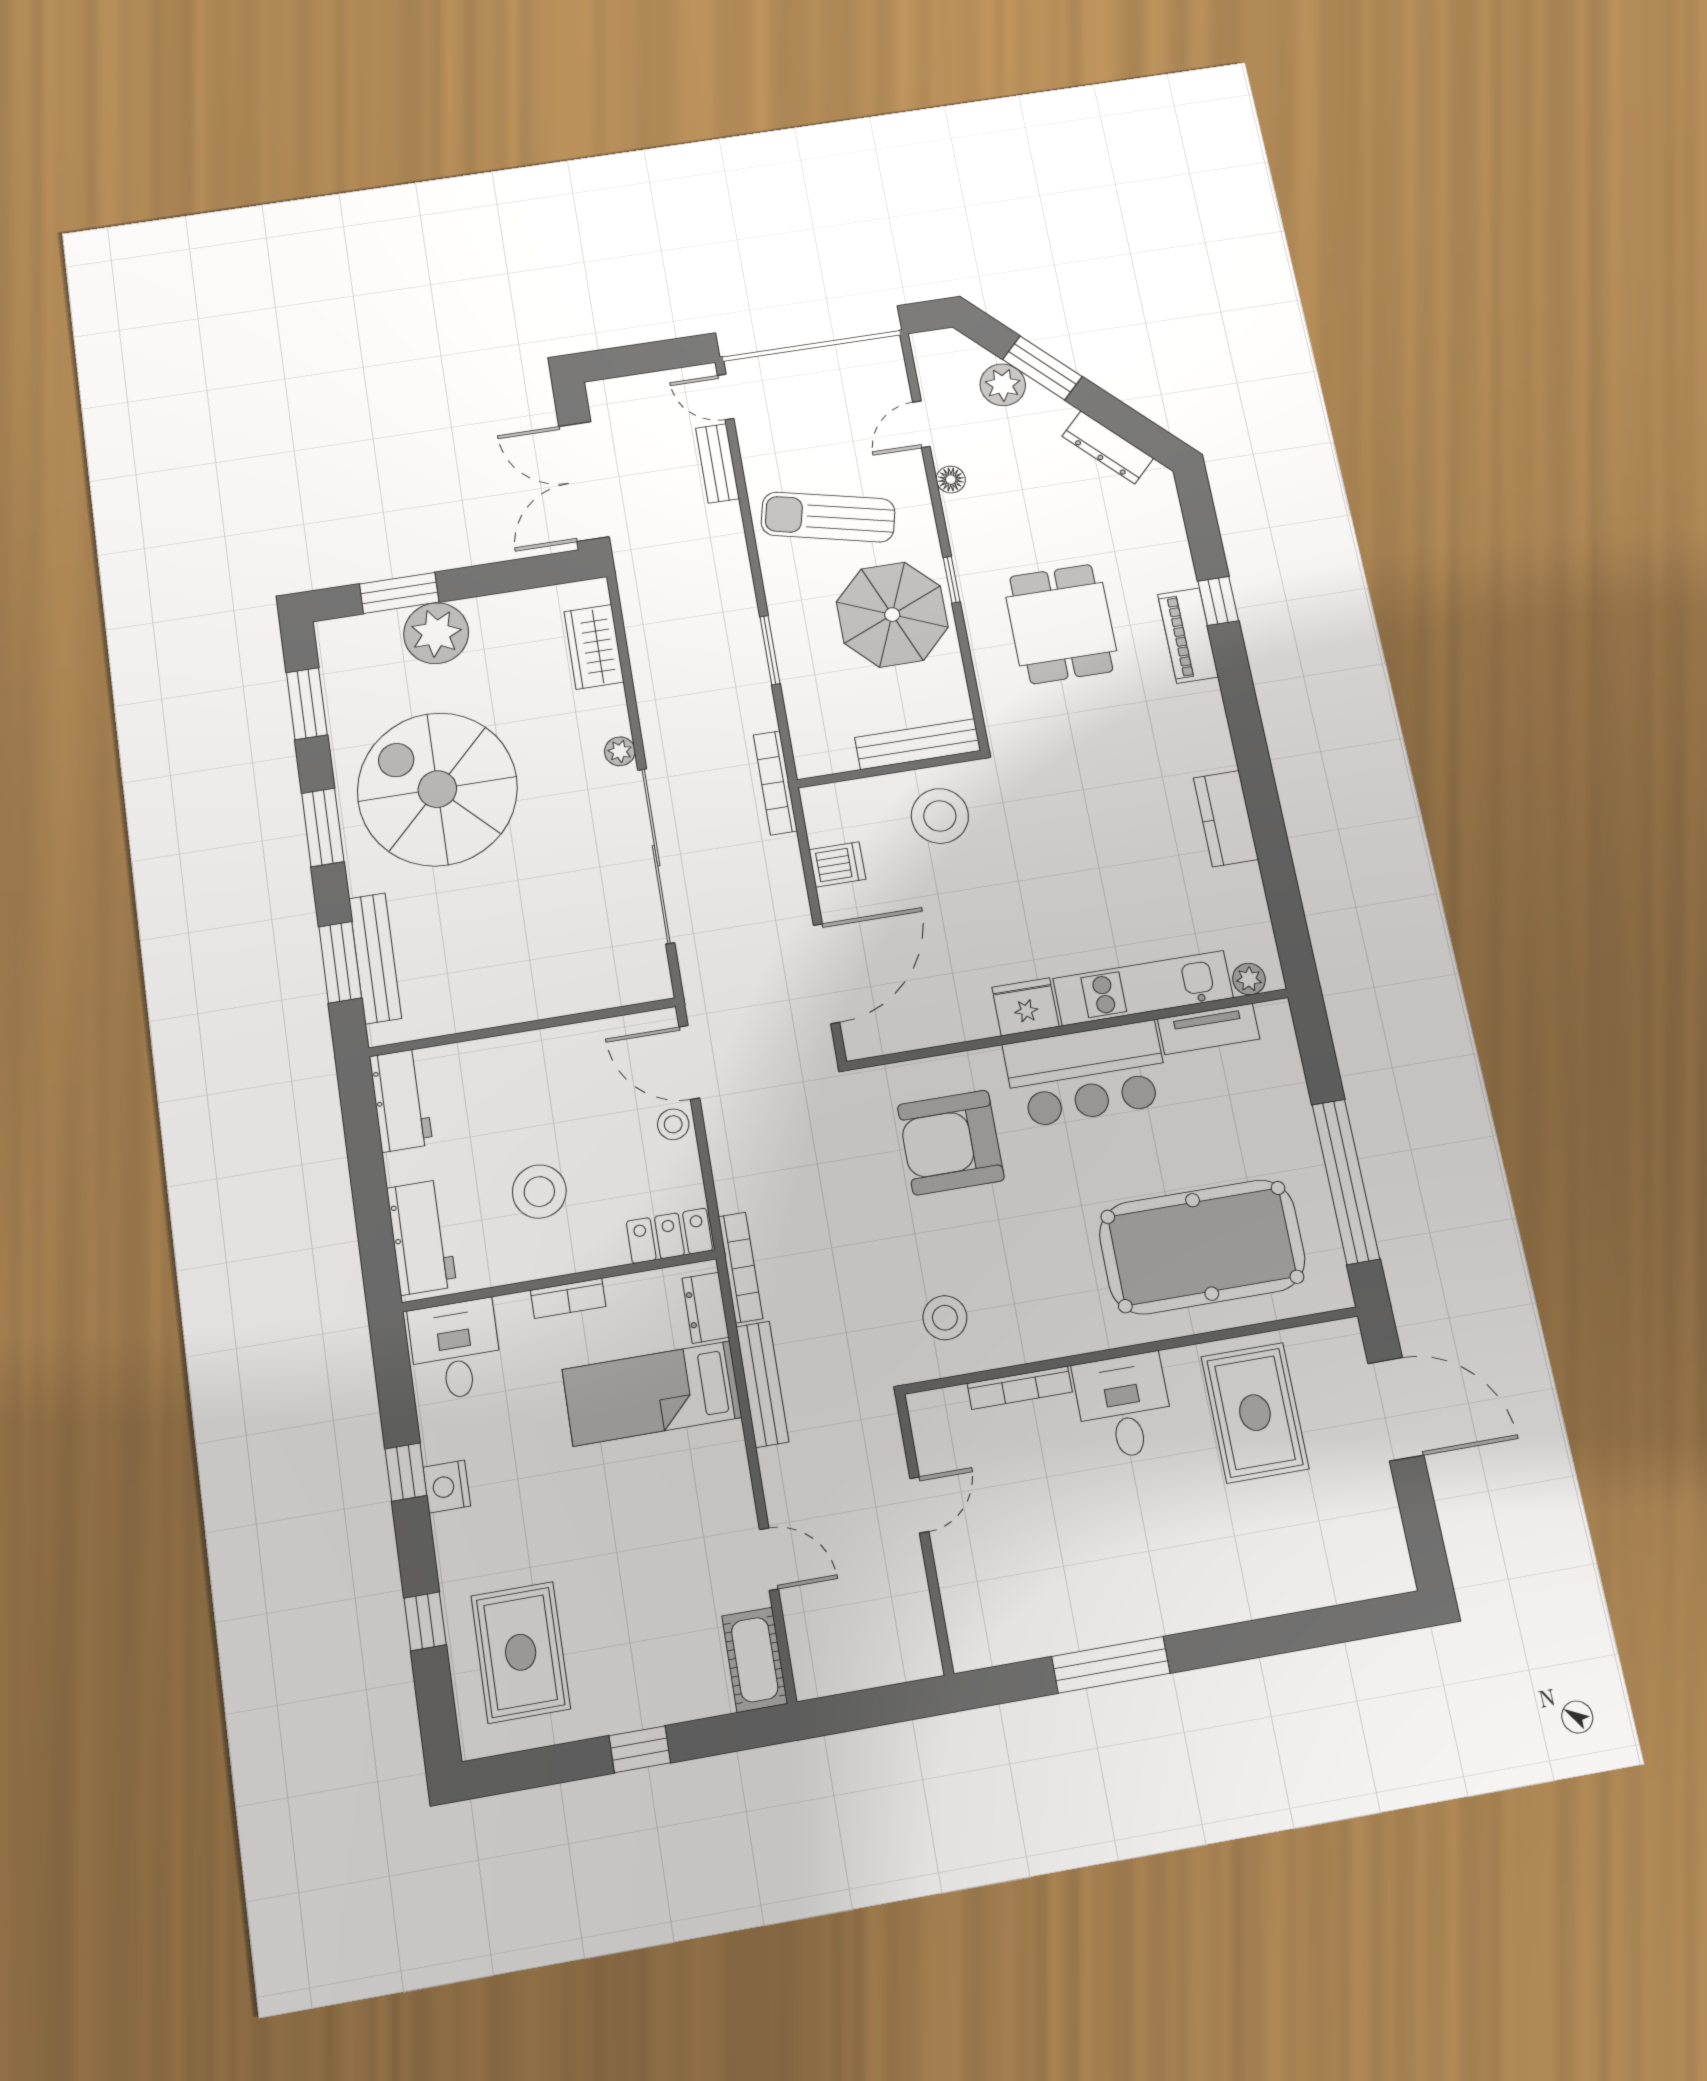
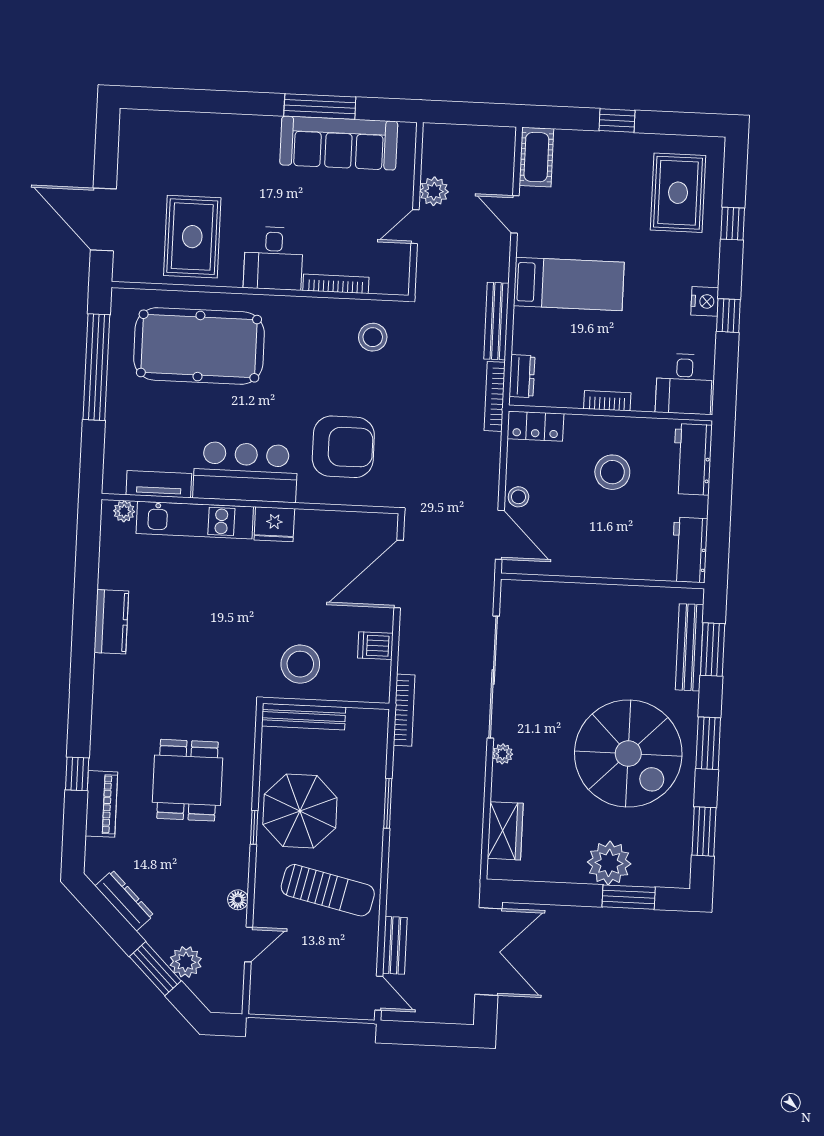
piano: (1188, 636) -> (101, 804), moved
bed: (652, 1393) -> (569, 284), moved
plant: (902, 1568) -> (434, 191), added
sofa: (1068, 1612) -> (339, 143), added

